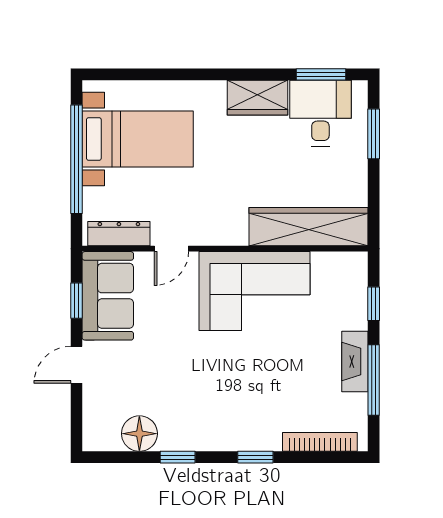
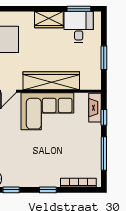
window: (374, 134) -> (104, 58), moved
wardrobe: (309, 227) -> (51, 81), moved
fireplace: (355, 362) -> (95, 108), moved

